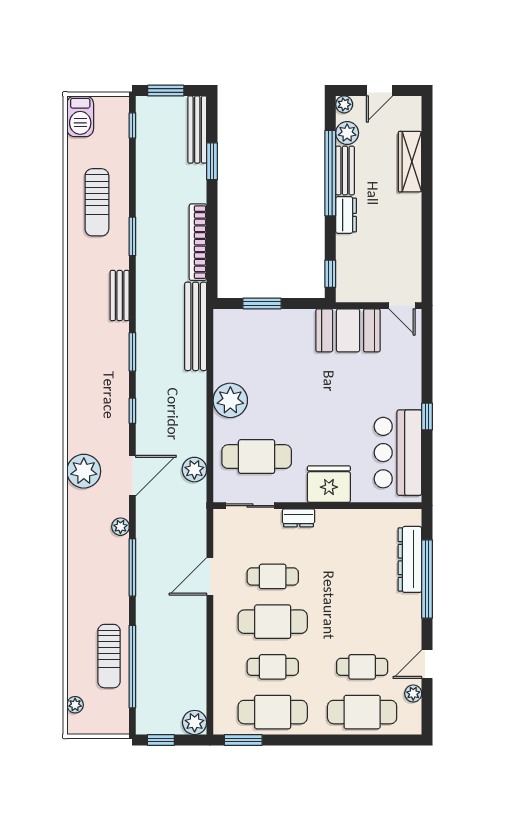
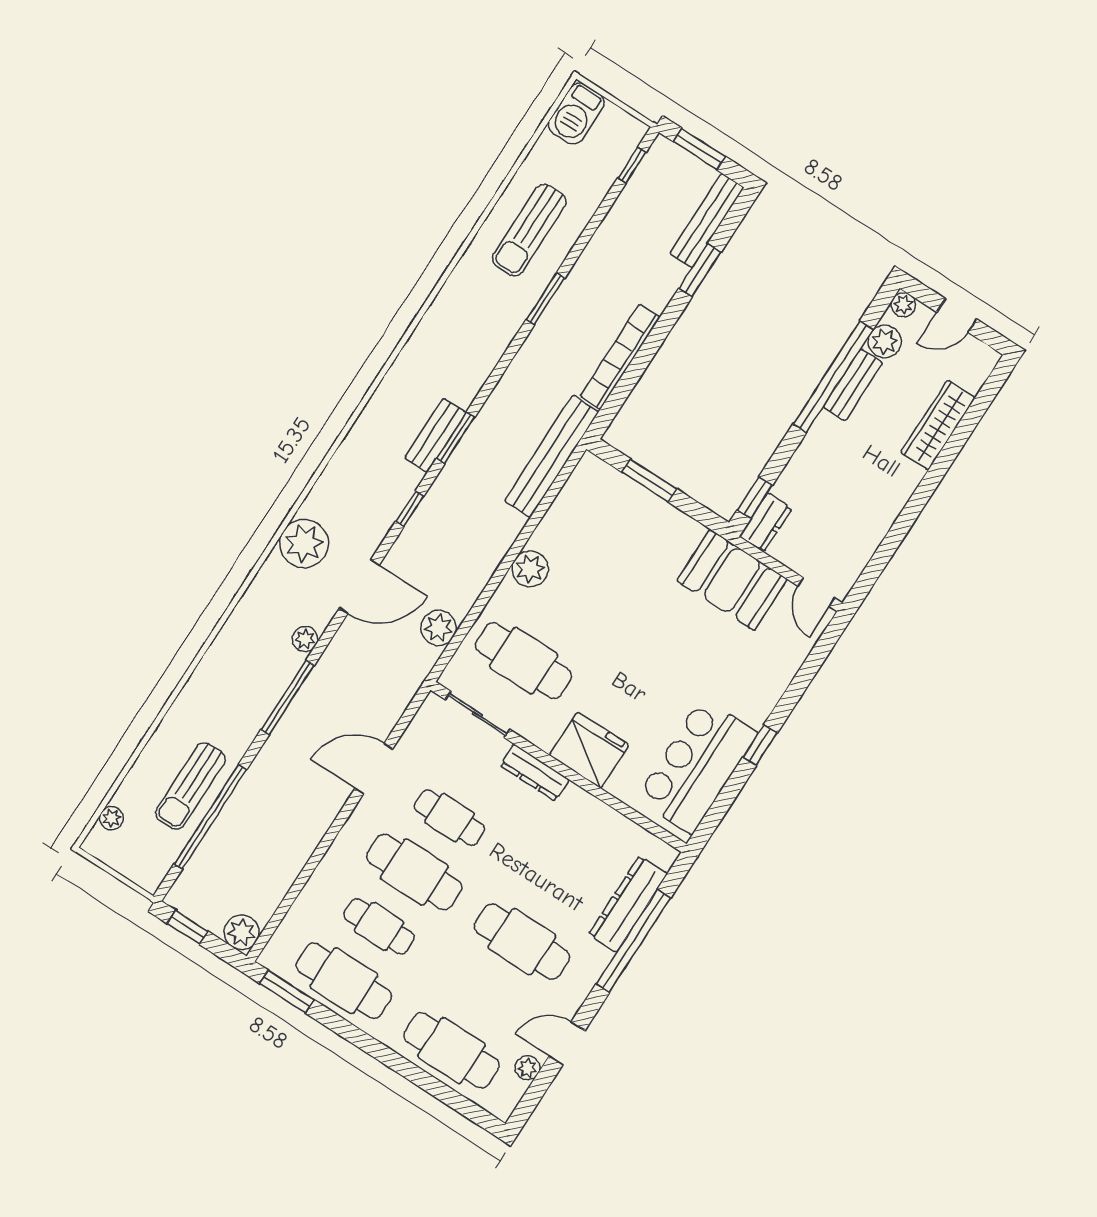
dresser: (346, 215) -> (766, 522), moved
bench: (120, 296) -> (435, 435), moved
plant: (230, 400) -> (530, 569), width x0.73, depth x0.73
dresser: (298, 518) -> (535, 773), width x1.44
cafe table: (362, 667) -> (522, 942), moved, width x1.37, depth x1.35

